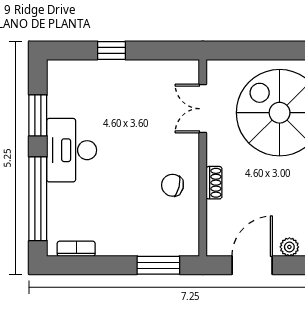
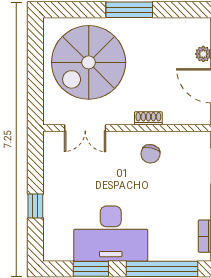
desk: (72, 150) -> (111, 234), width x1.36, depth x1.30

